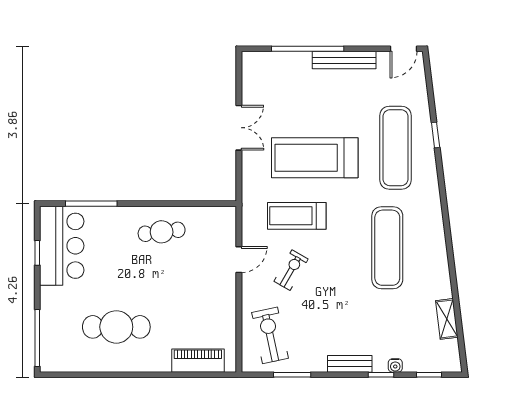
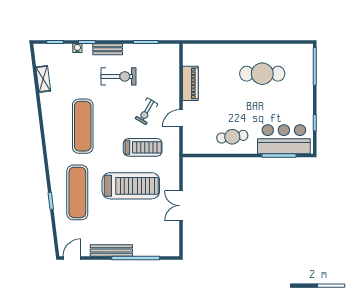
bar counter: (62, 246) -> (284, 139), moved, turned 90
exercise bike: (270, 335) -> (119, 76), moved, turned -78
piano: (198, 361) -> (190, 83), moved, turned -90

